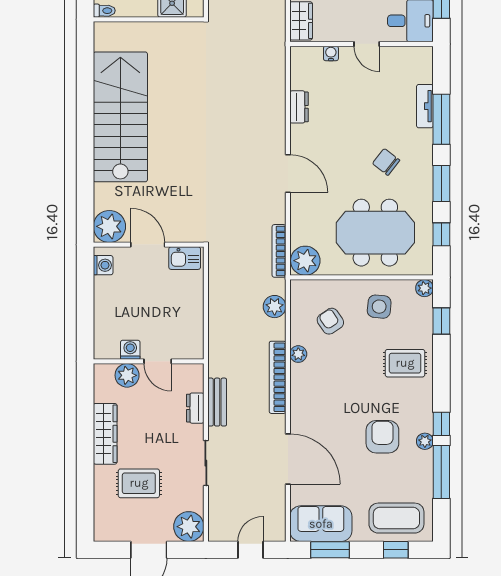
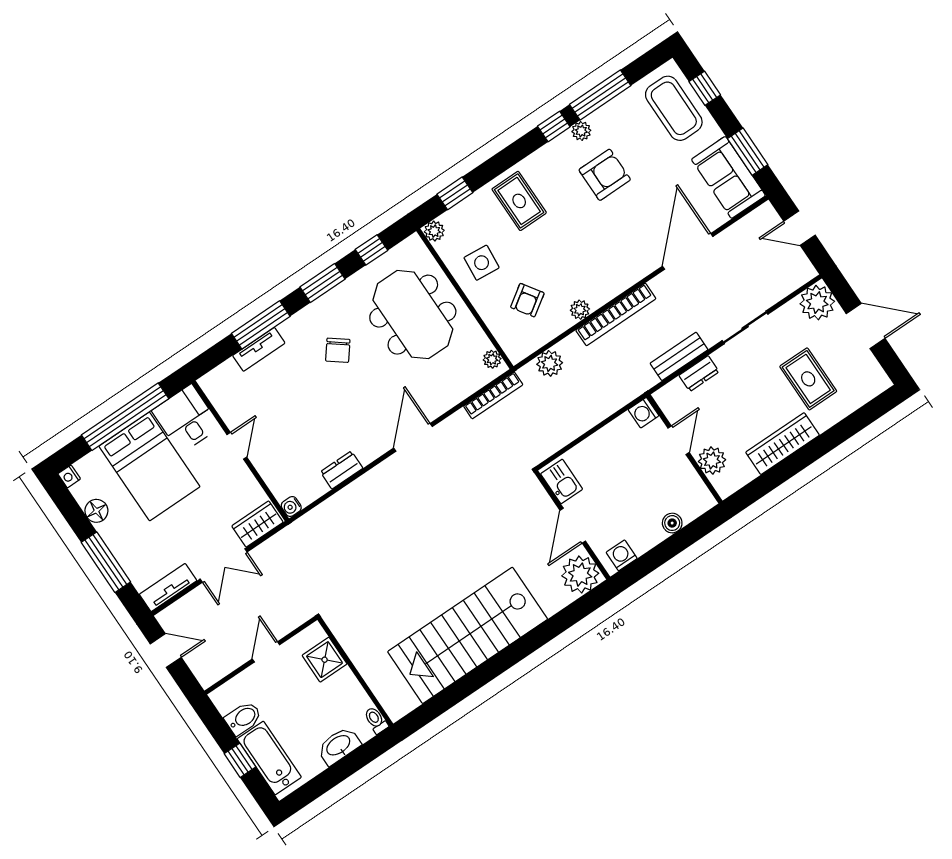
water cooler: (331, 53) -> (291, 507), moved
plant: (305, 261) -> (492, 359), width x0.53, depth x0.53
boiler: (102, 317) -> (672, 523), added
washing machine: (130, 350) -> (644, 413), moved
armchair: (382, 437) -> (605, 175), turned 180

